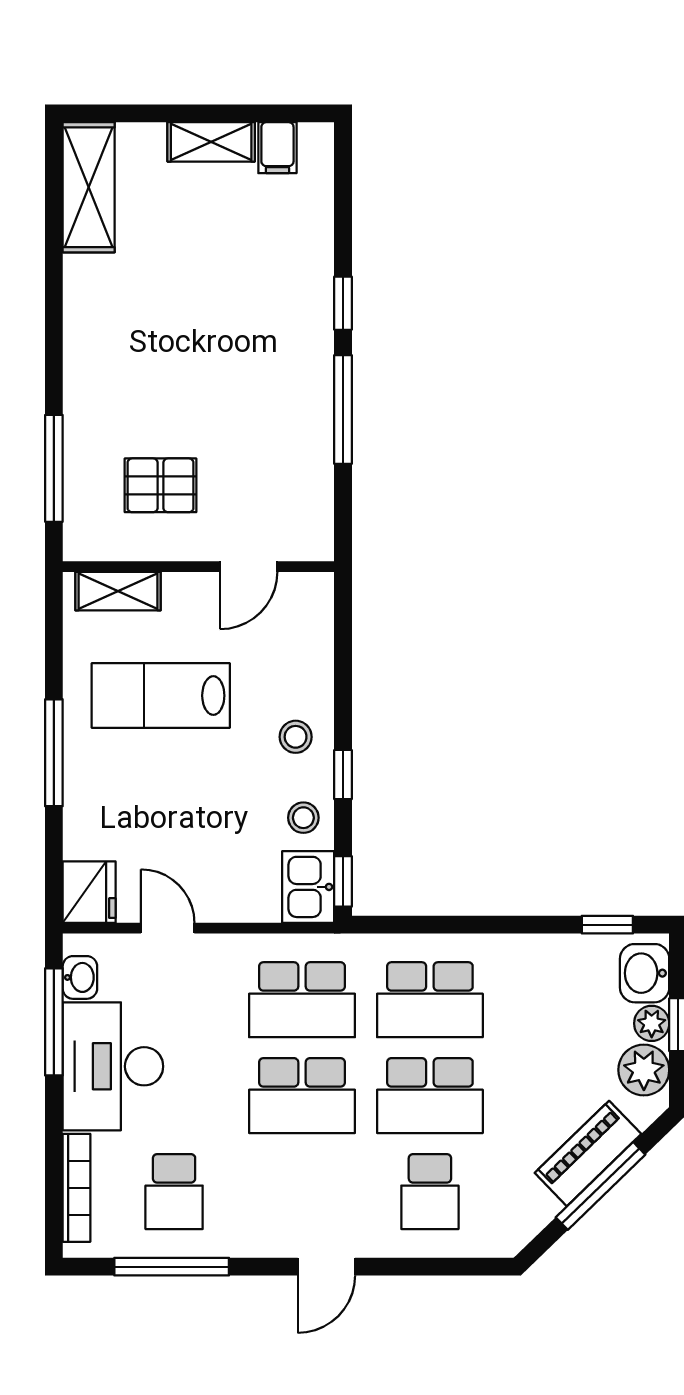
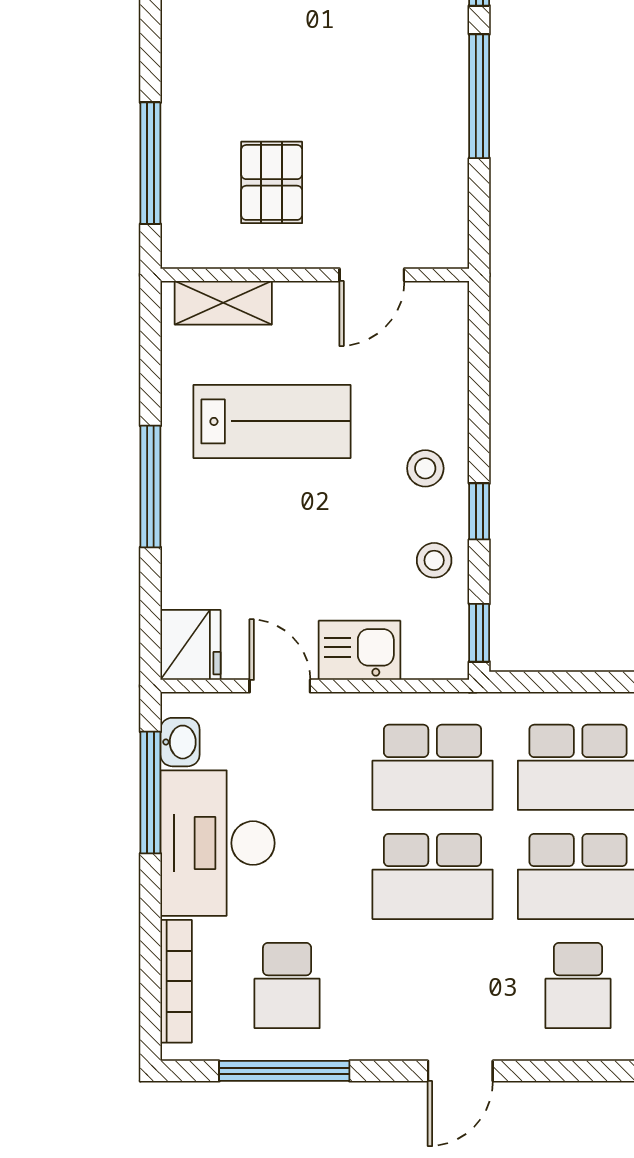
pallet: (160, 485) -> (272, 182), turned 90
lab bench: (161, 696) -> (272, 421), turned 180
kitchen sink: (308, 887) -> (359, 650), moved, turned 90

